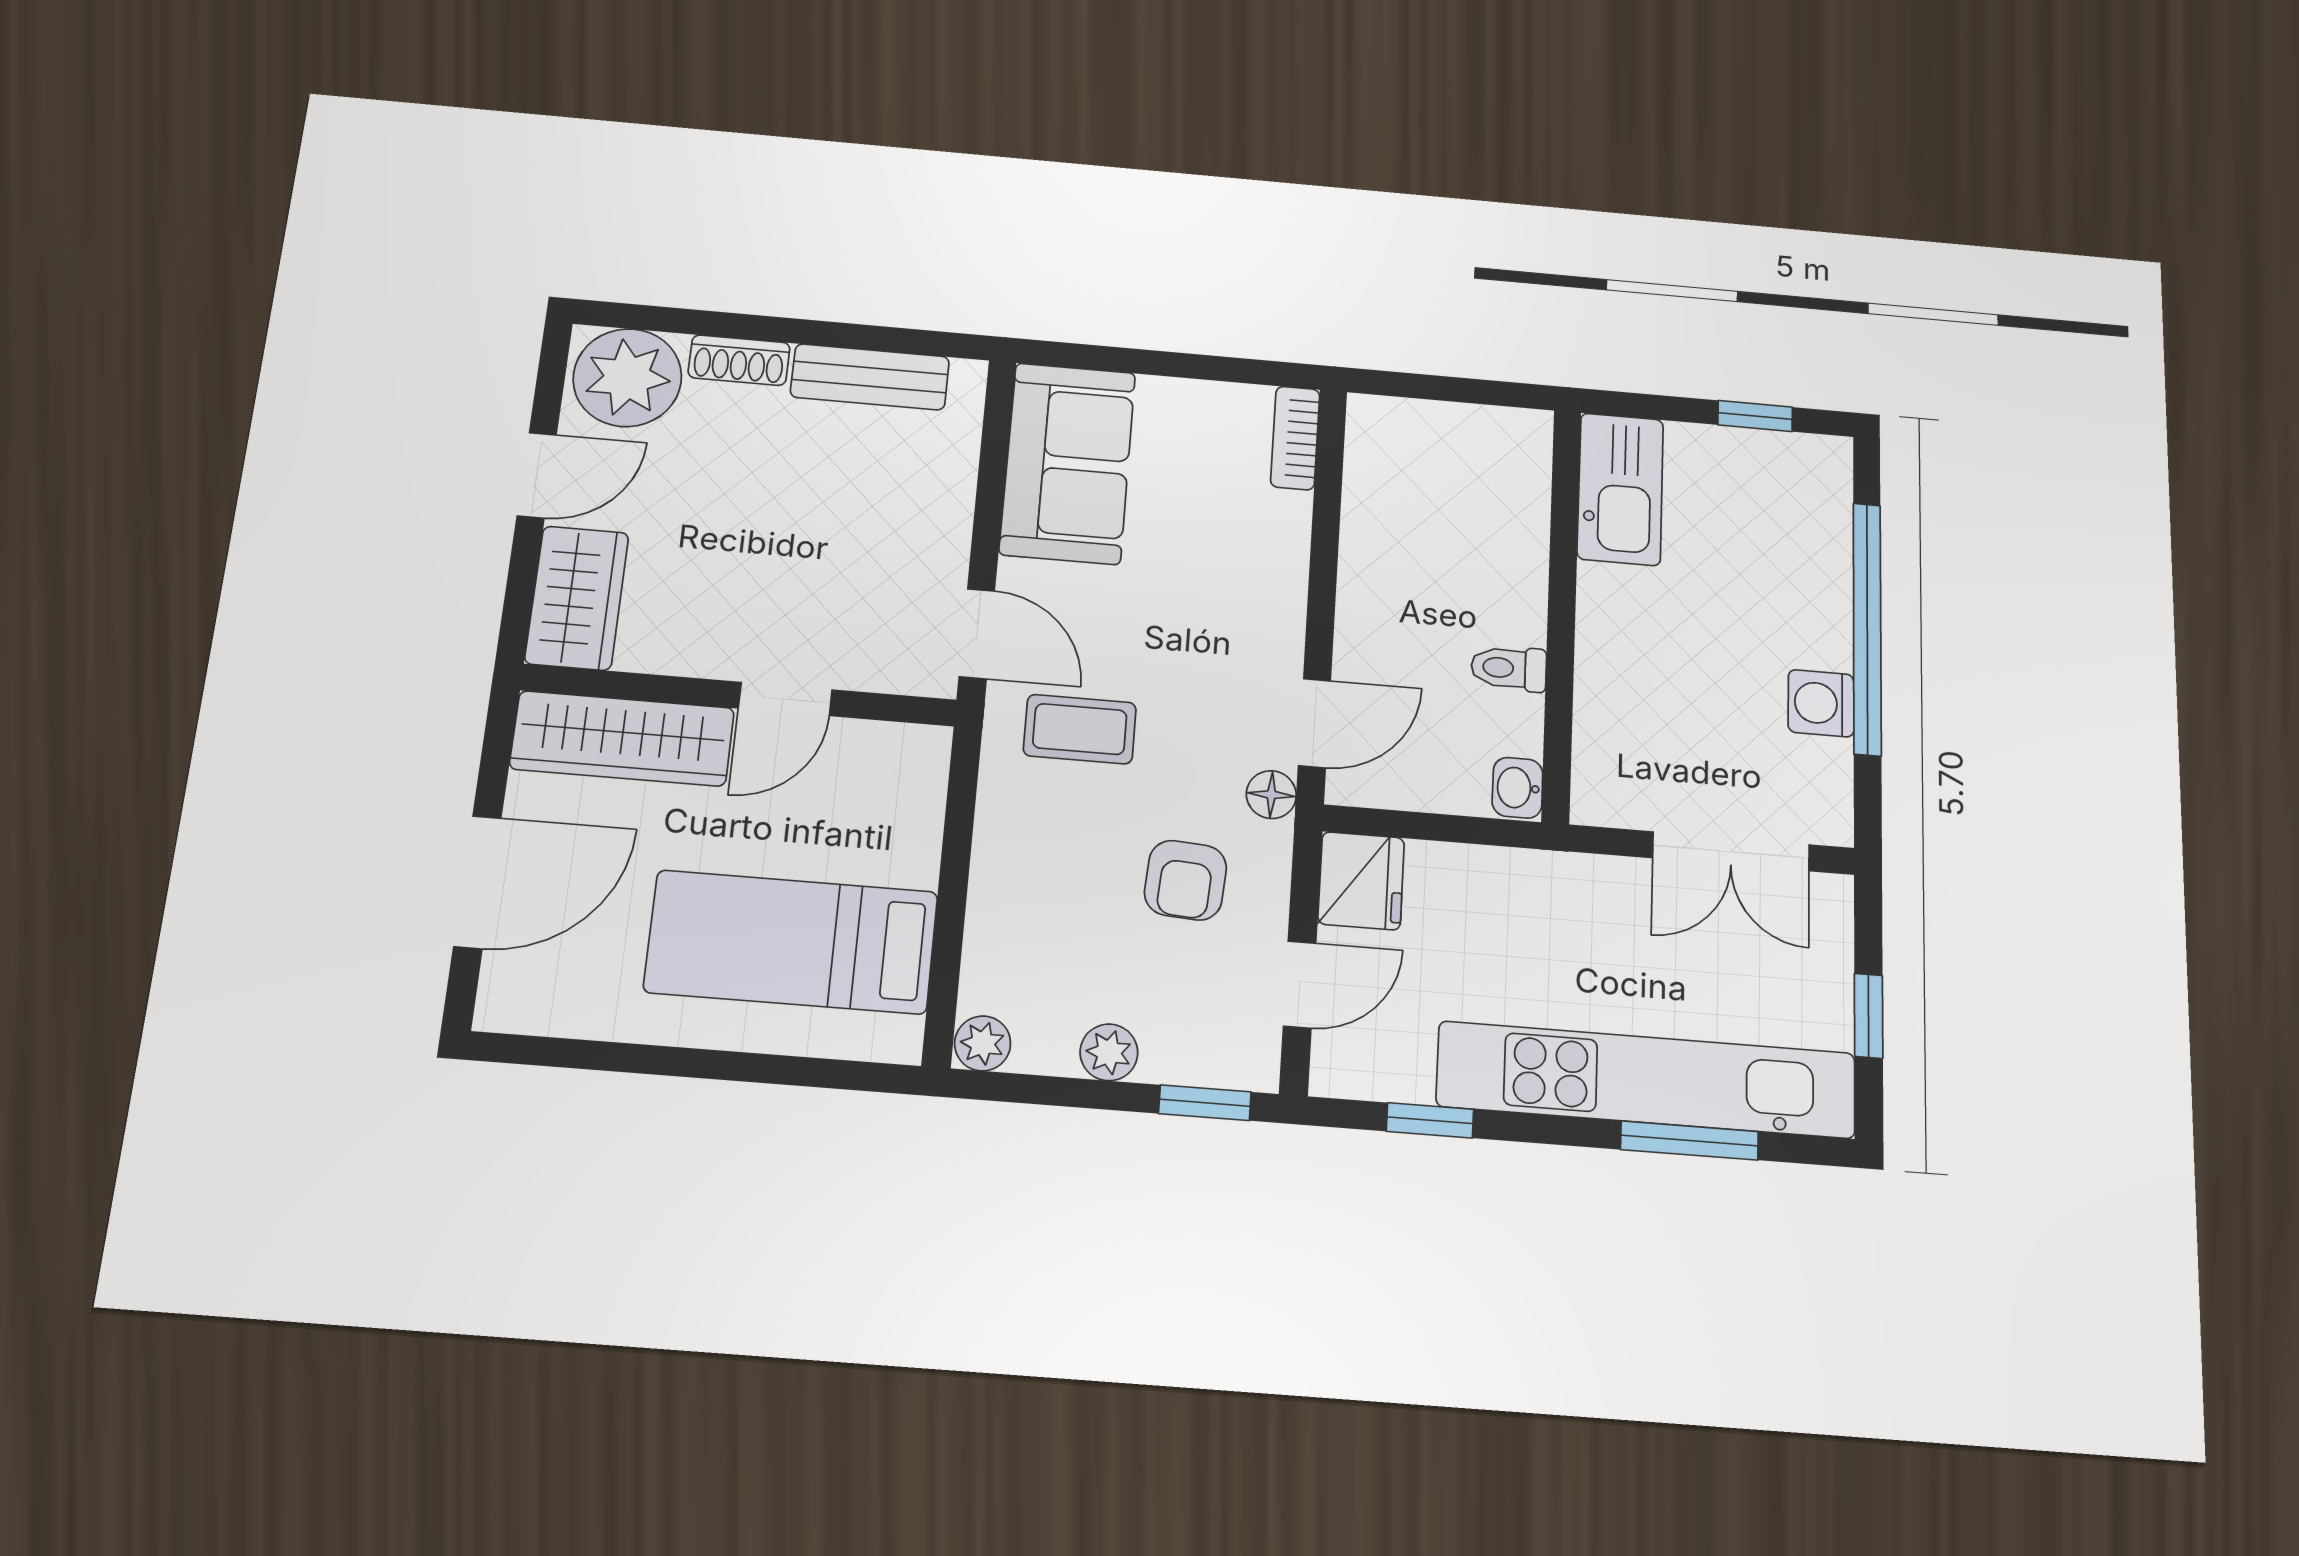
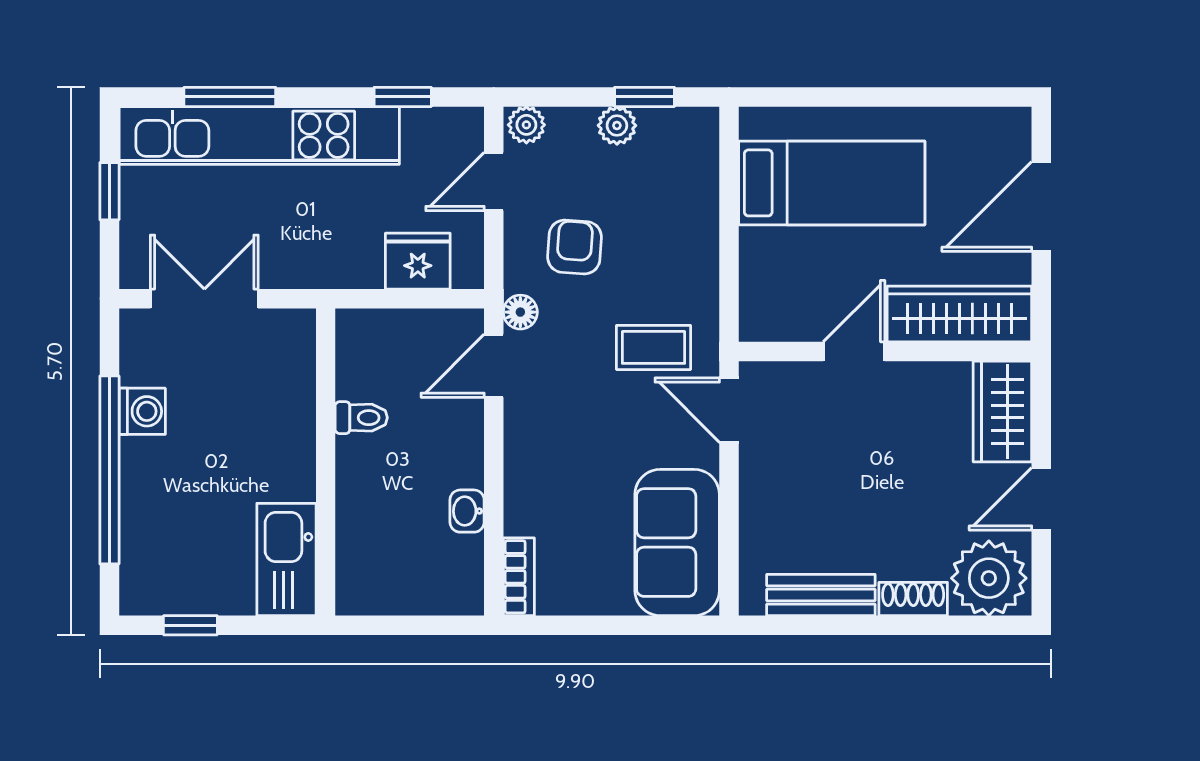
washbasin: (1517, 788) -> (467, 511), moved, turned 180
fridge: (1361, 881) -> (418, 261), moved, turned 90
plant: (983, 1043) -> (526, 125), moved
window: (1205, 1103) -> (644, 97), moved

